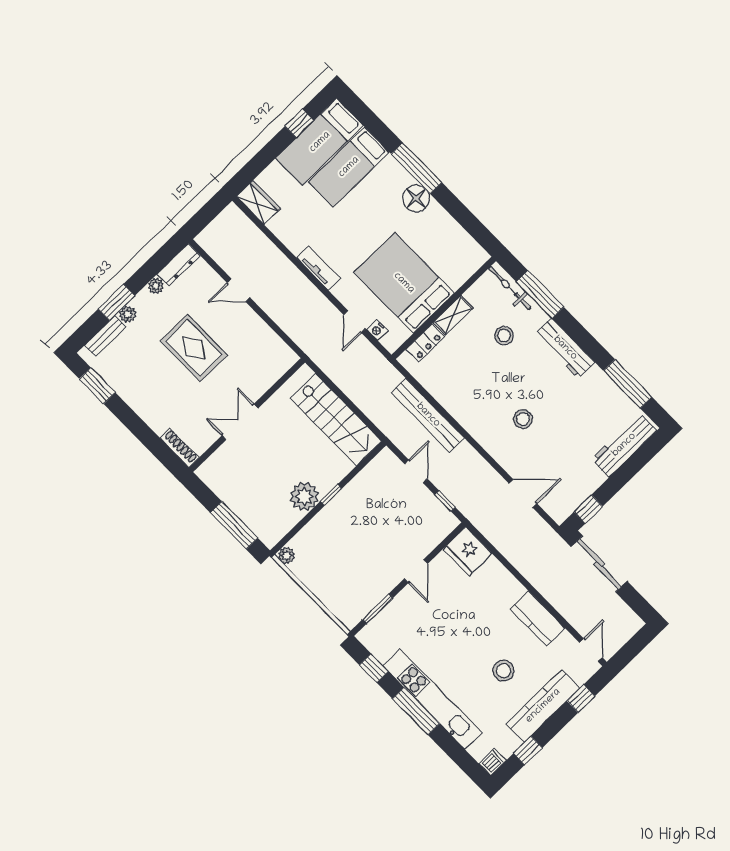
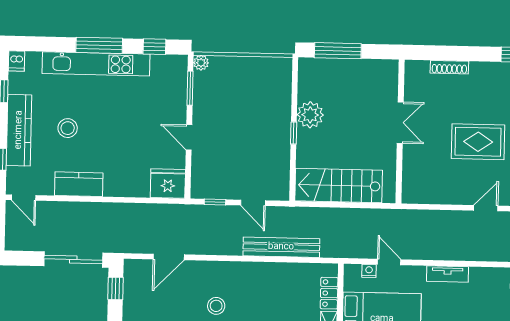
shoe rack: (179, 448) -> (449, 67), moved
plant: (287, 556) -> (201, 63), moved

